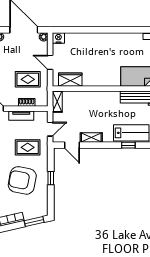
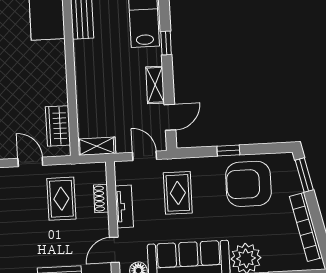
door: (50, 62) -> (30, 162), swing flipped
window: (128, 145) -> (166, 43), moved
armchair: (22, 180) -> (248, 184), moved, turned 79

